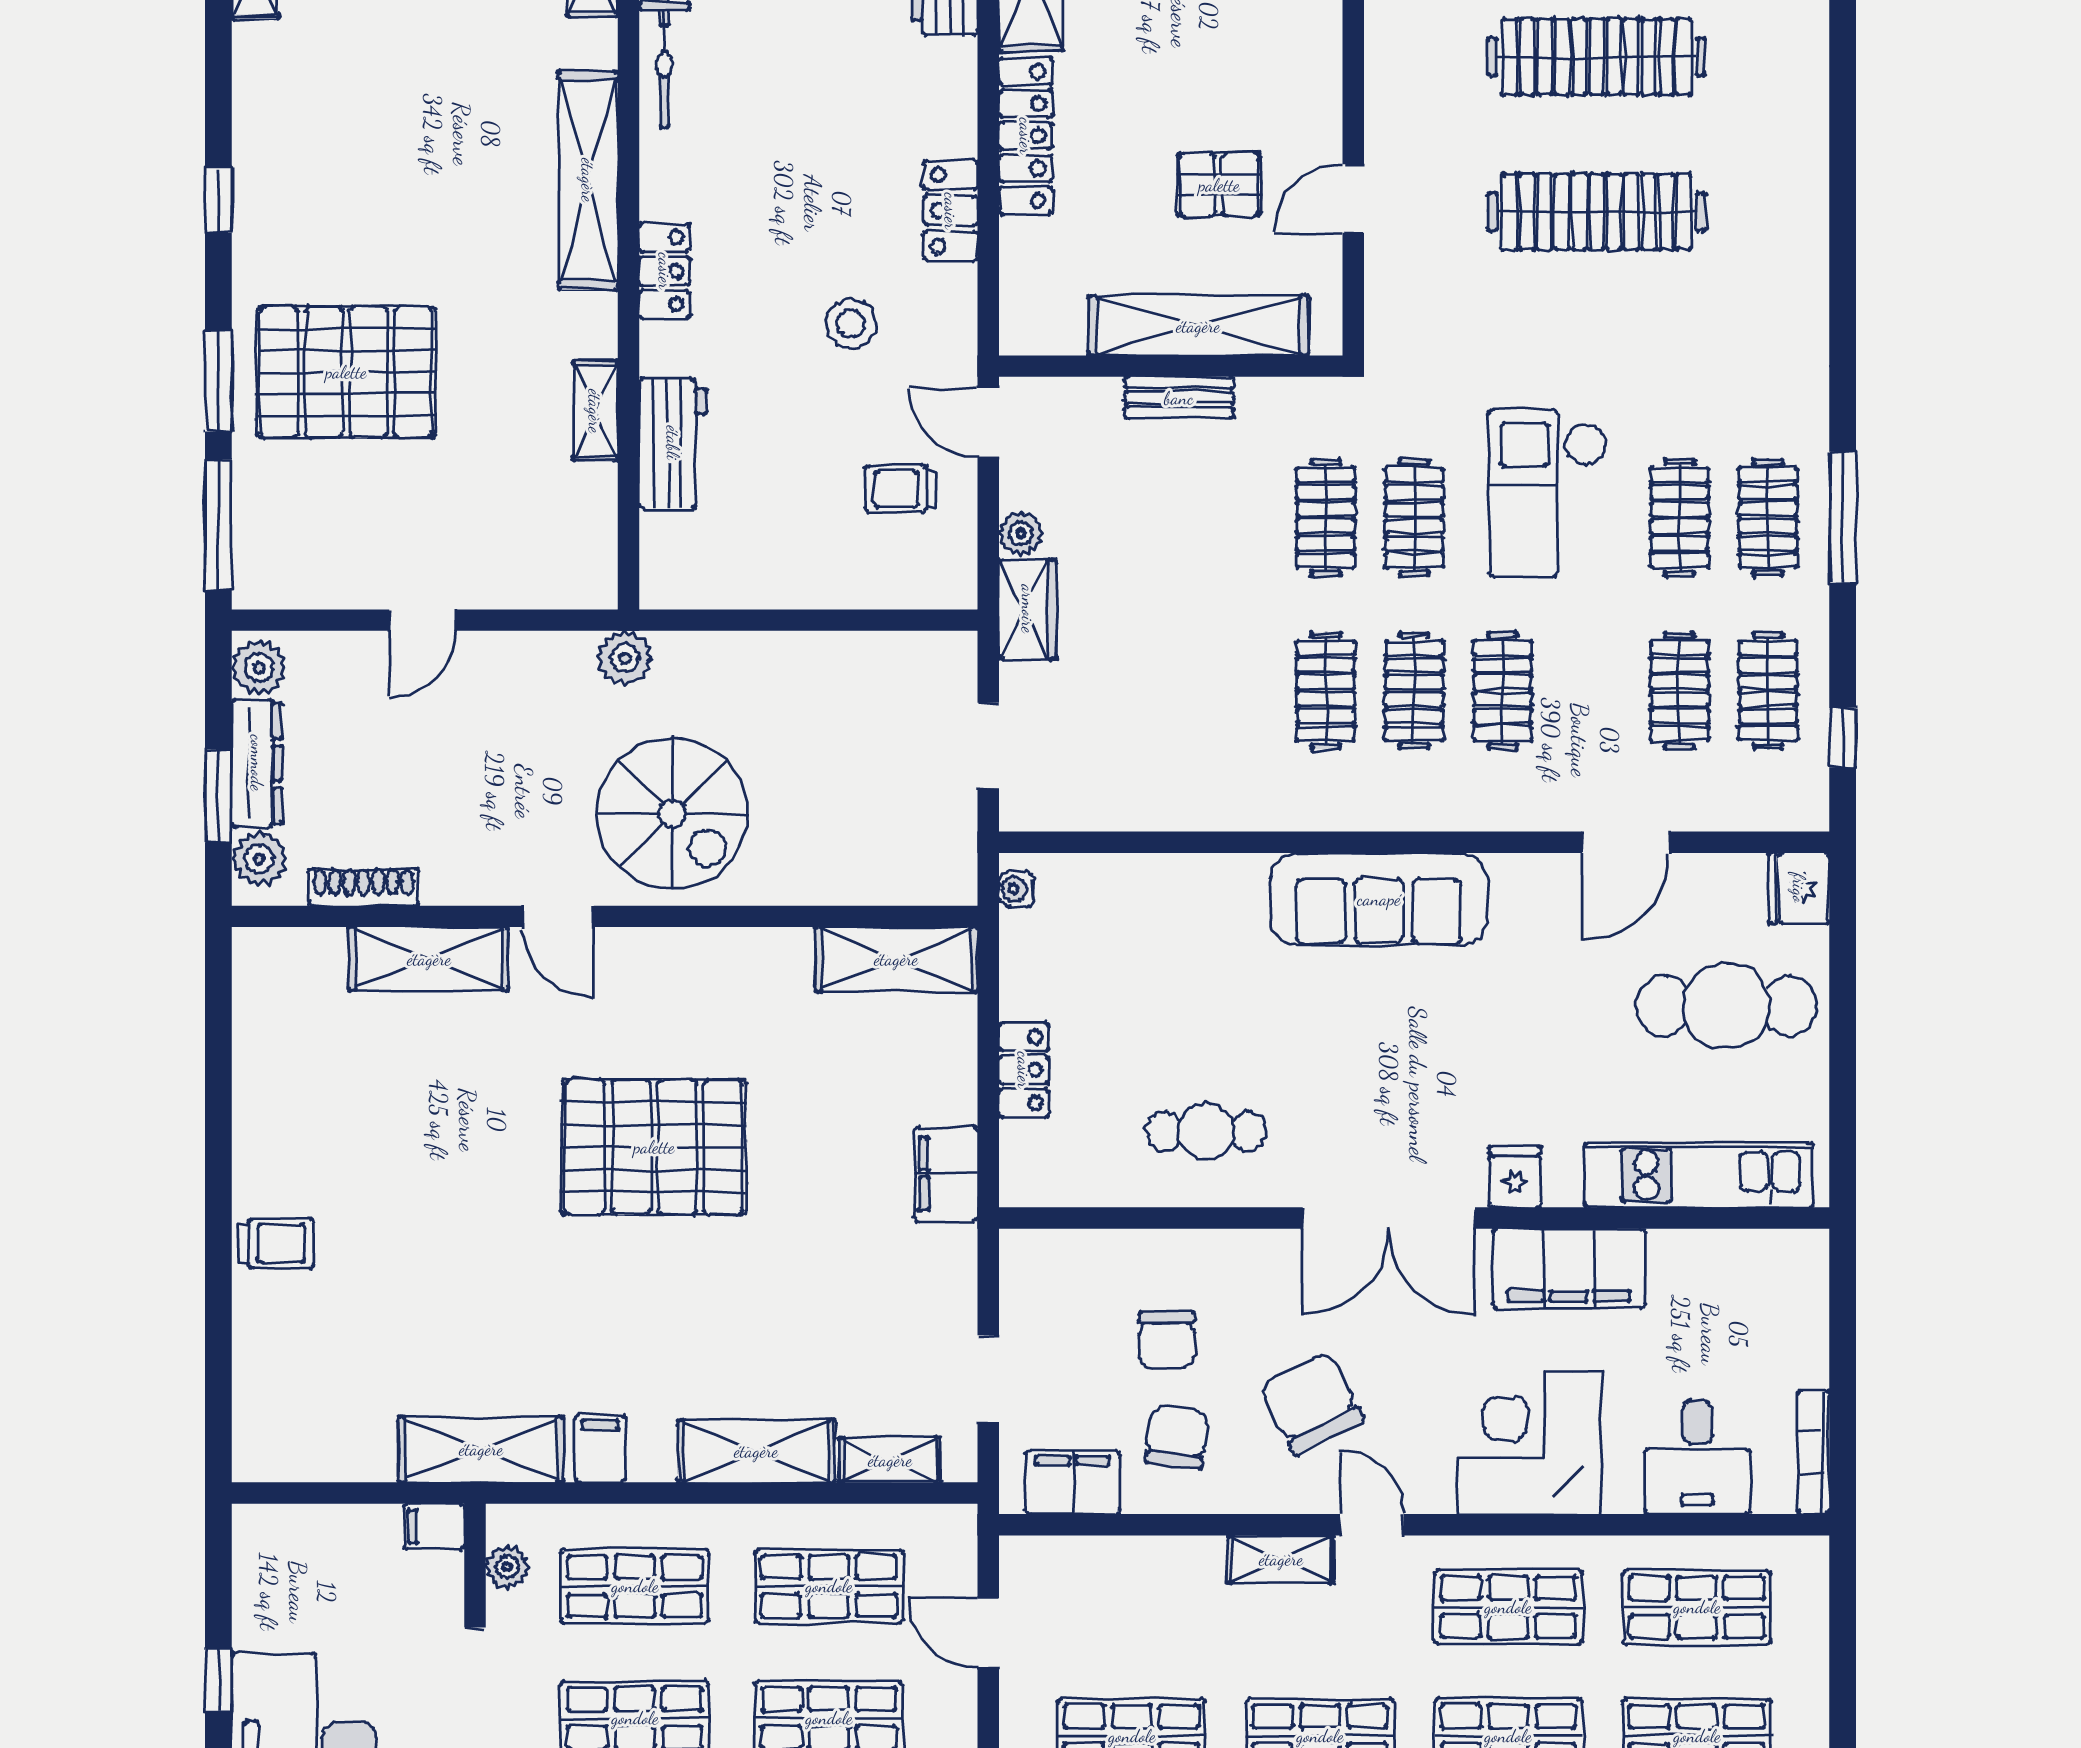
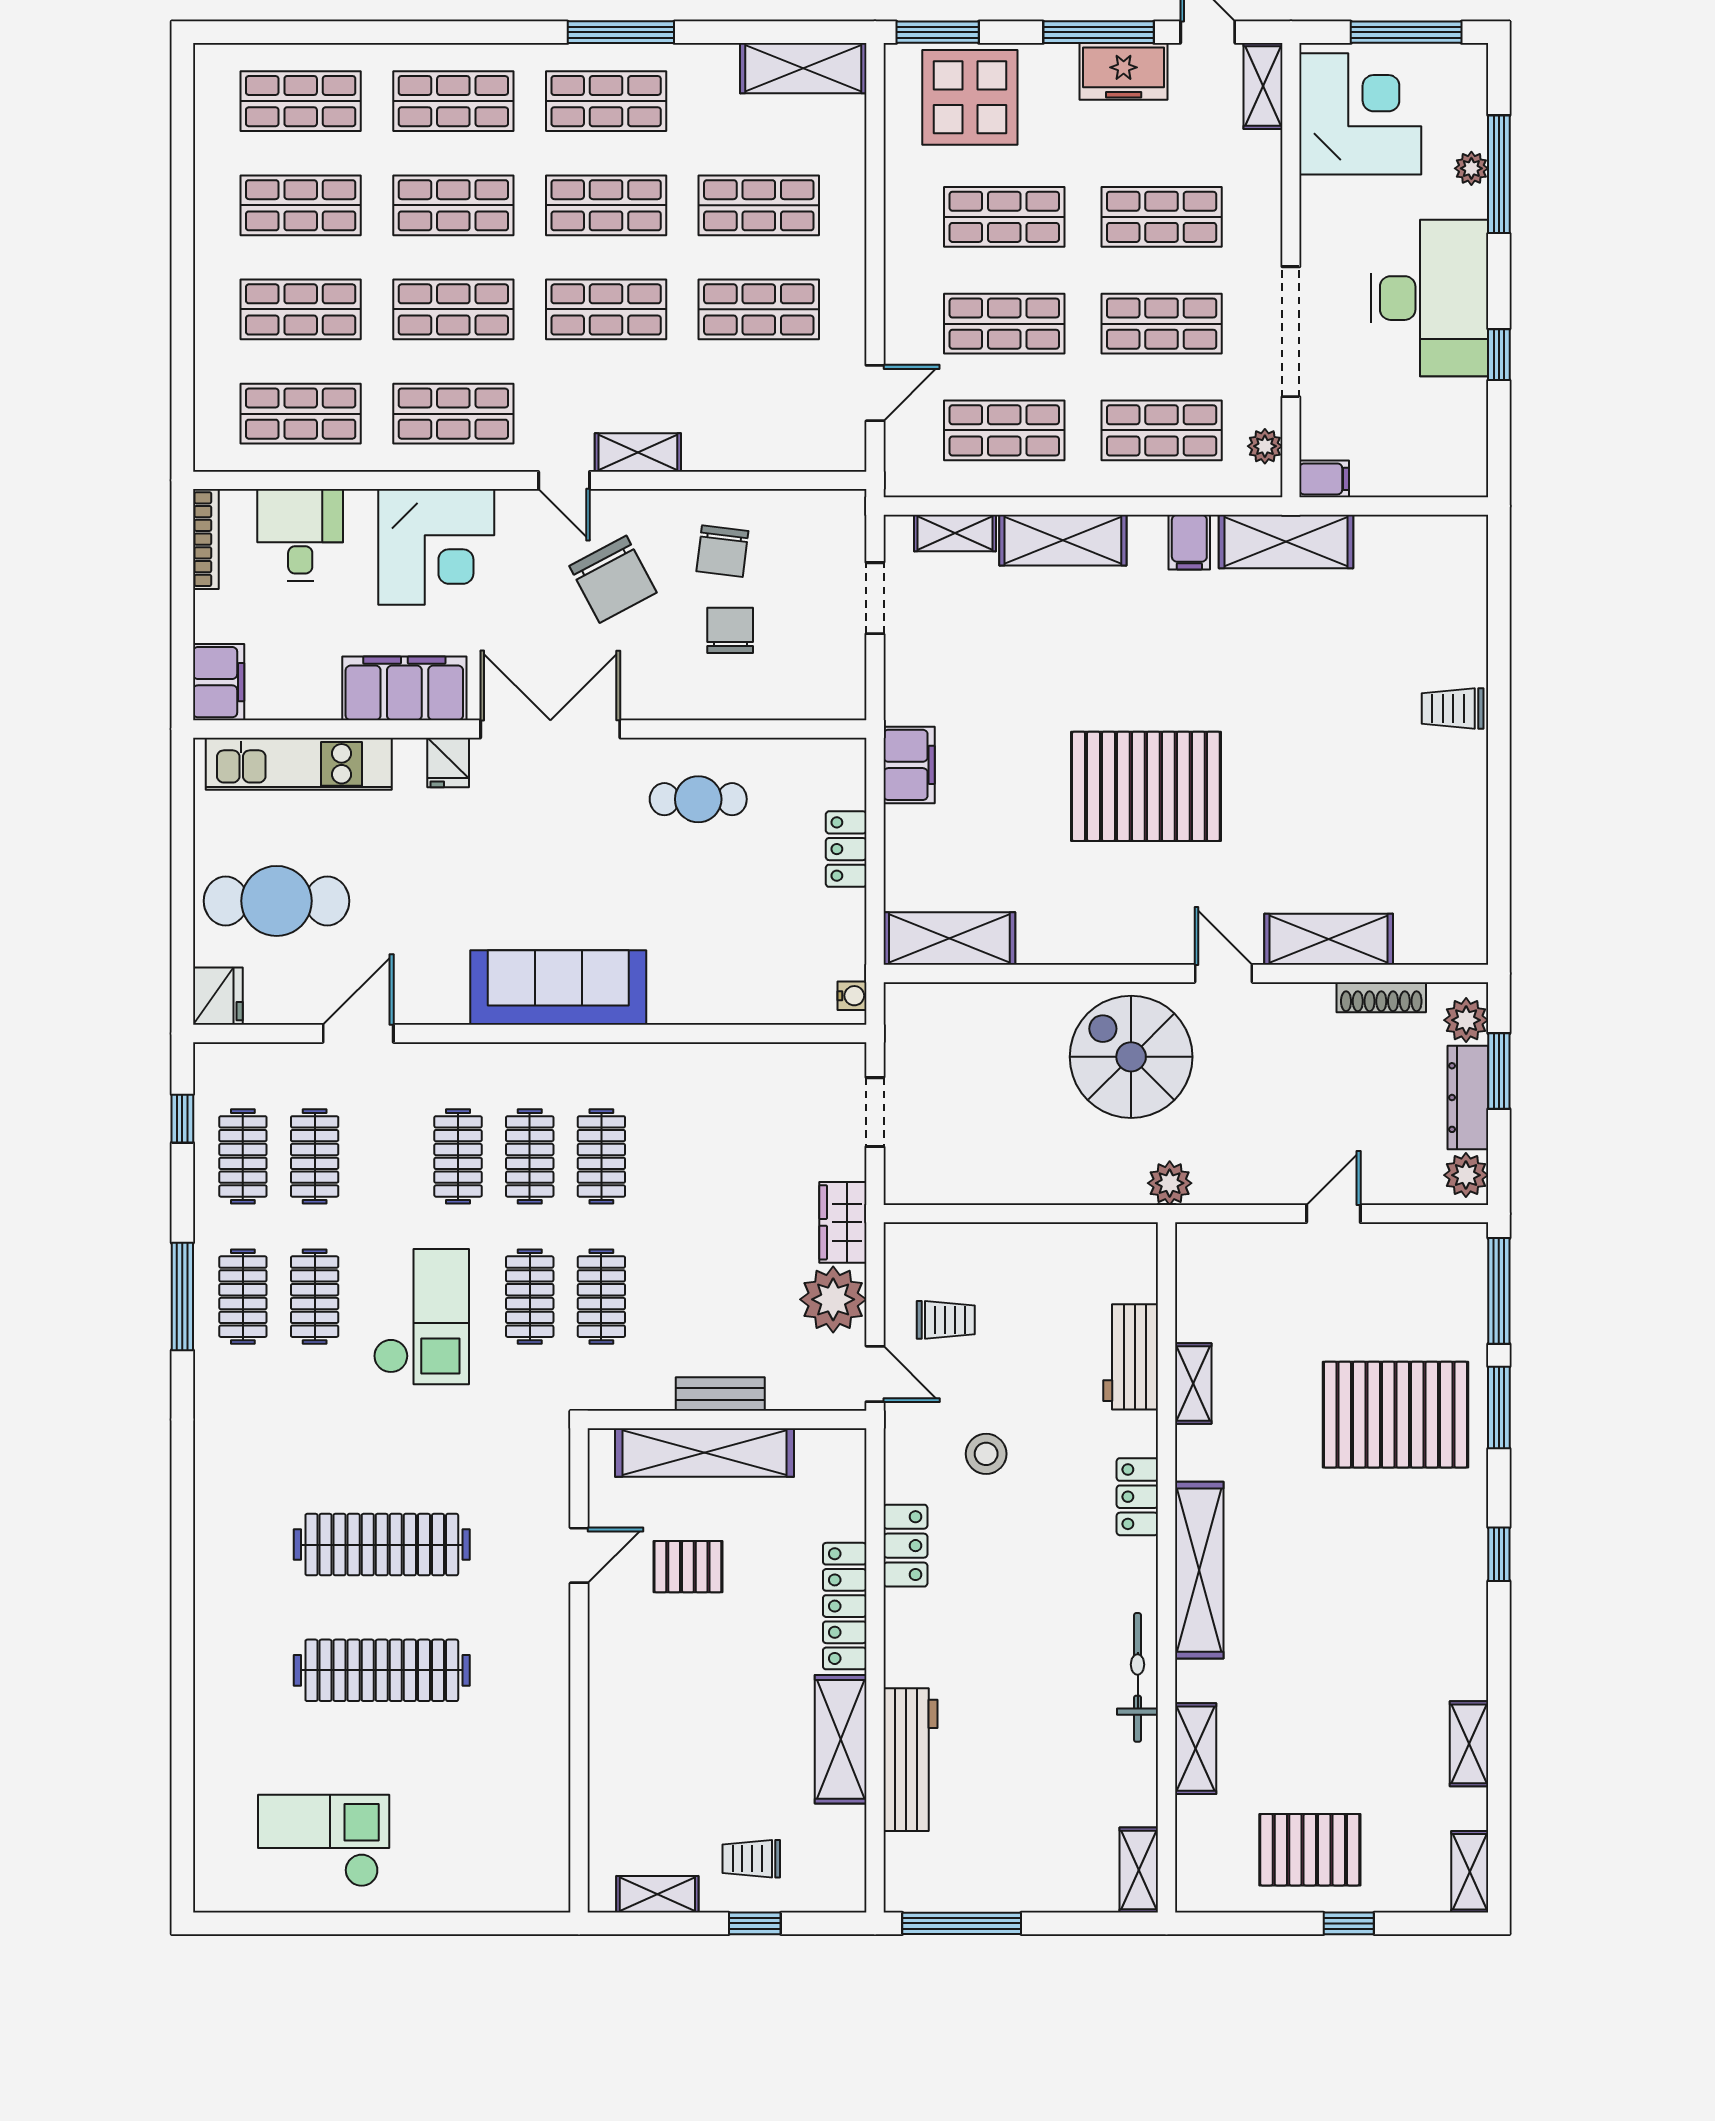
plant: (1021, 533) -> (833, 1299), width x1.87, depth x1.87
filing cabinet: (1073, 1483) -> (219, 682), moved, turned -90
door: (988, 1633) -> (875, 393), hinge flipped

